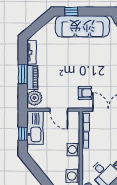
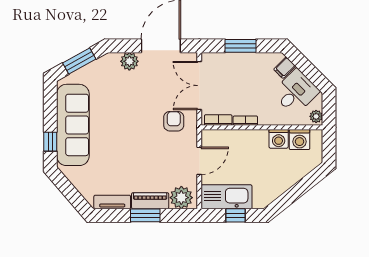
washing machine: (73, 150) -> (279, 139), moved

